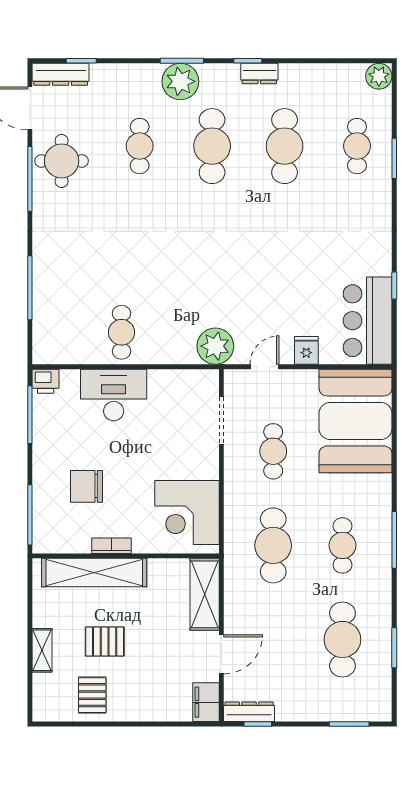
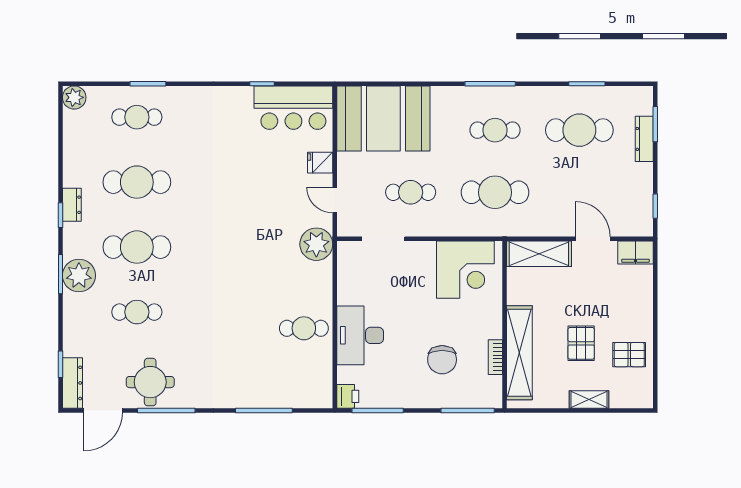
bookcase: (111, 546) -> (495, 357), moved
dresser: (249, 712) -> (644, 139), moved

